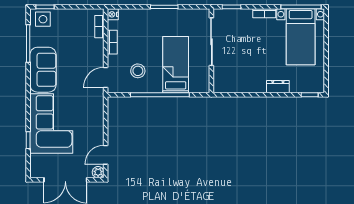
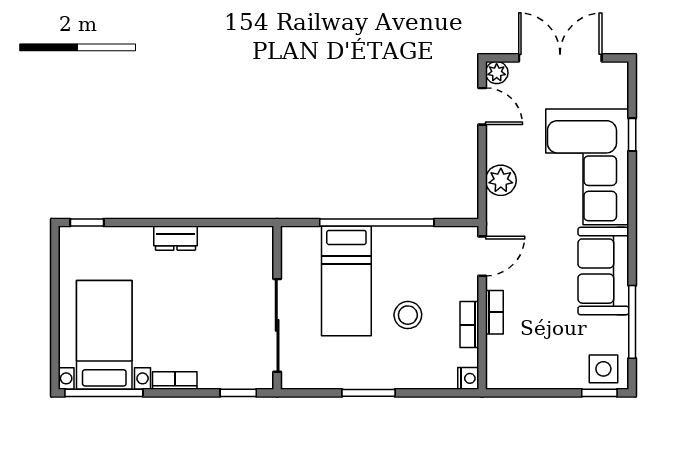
bookcase: (99, 27) -> (494, 312), moved
stool: (138, 71) -> (408, 315), moved
dresser: (278, 87) -> (175, 238), moved
plant: (96, 117) -> (501, 180), added
door: (106, 155) -> (482, 106), hinge flipped

